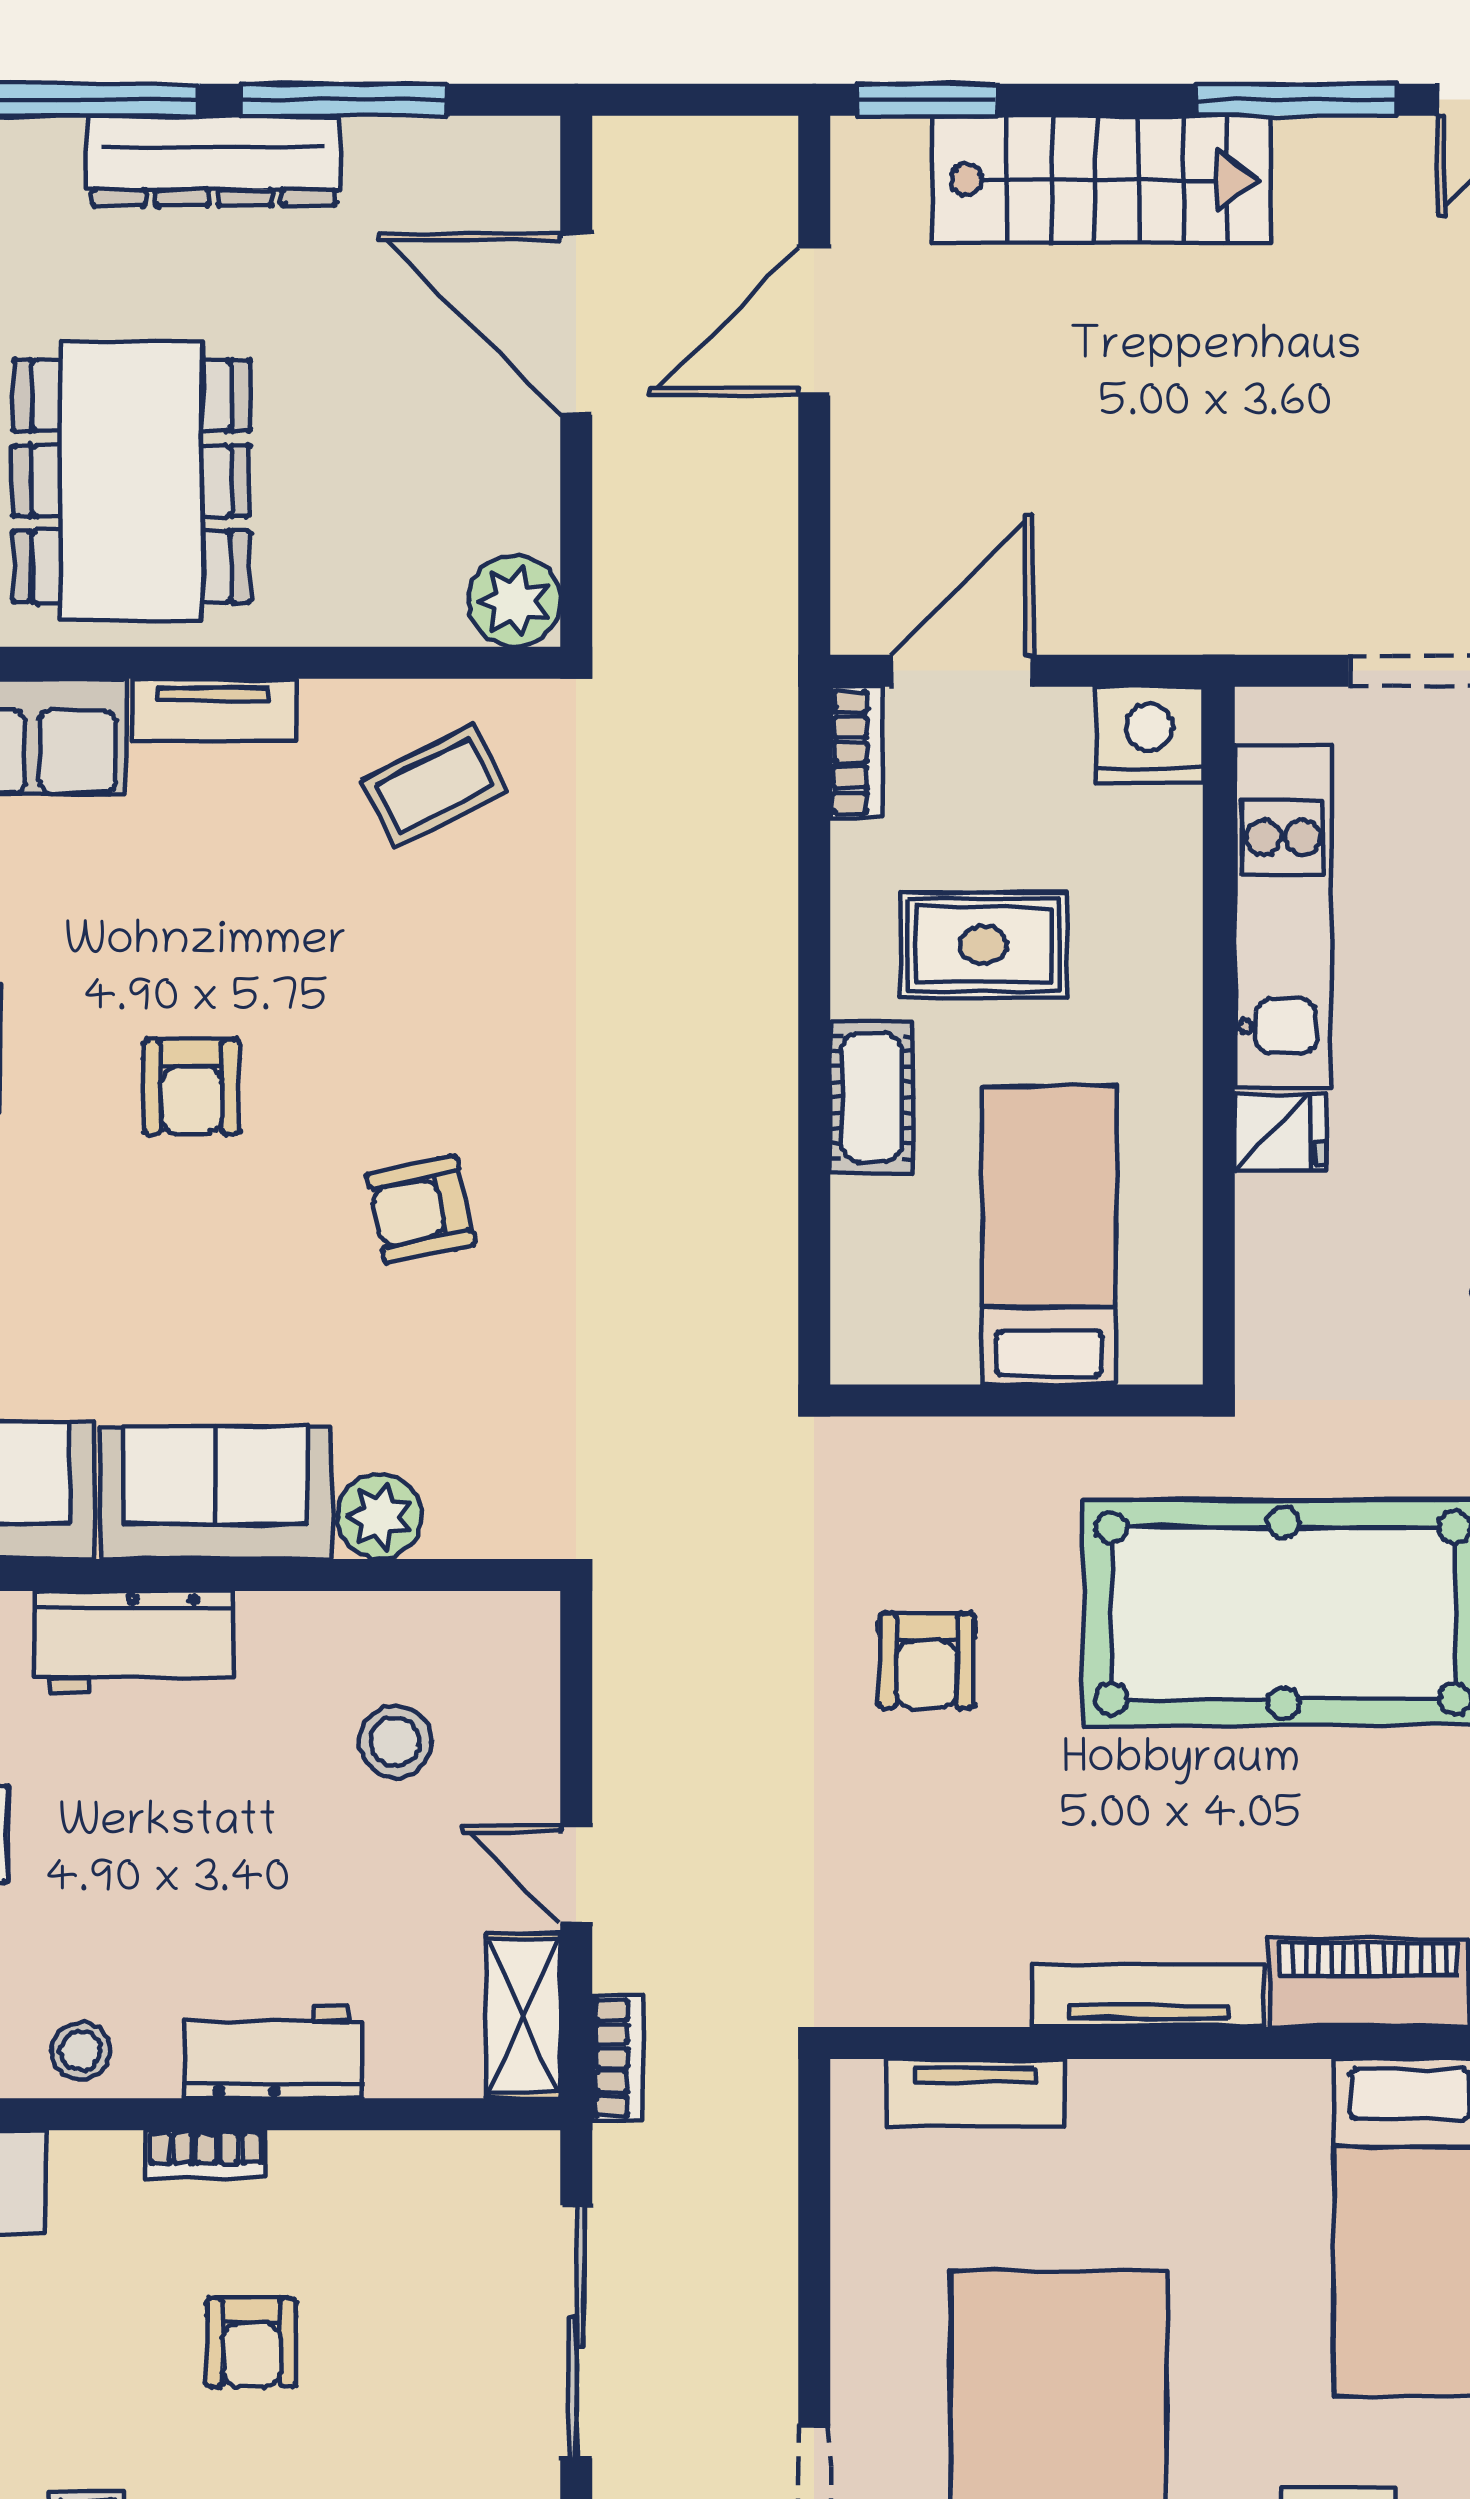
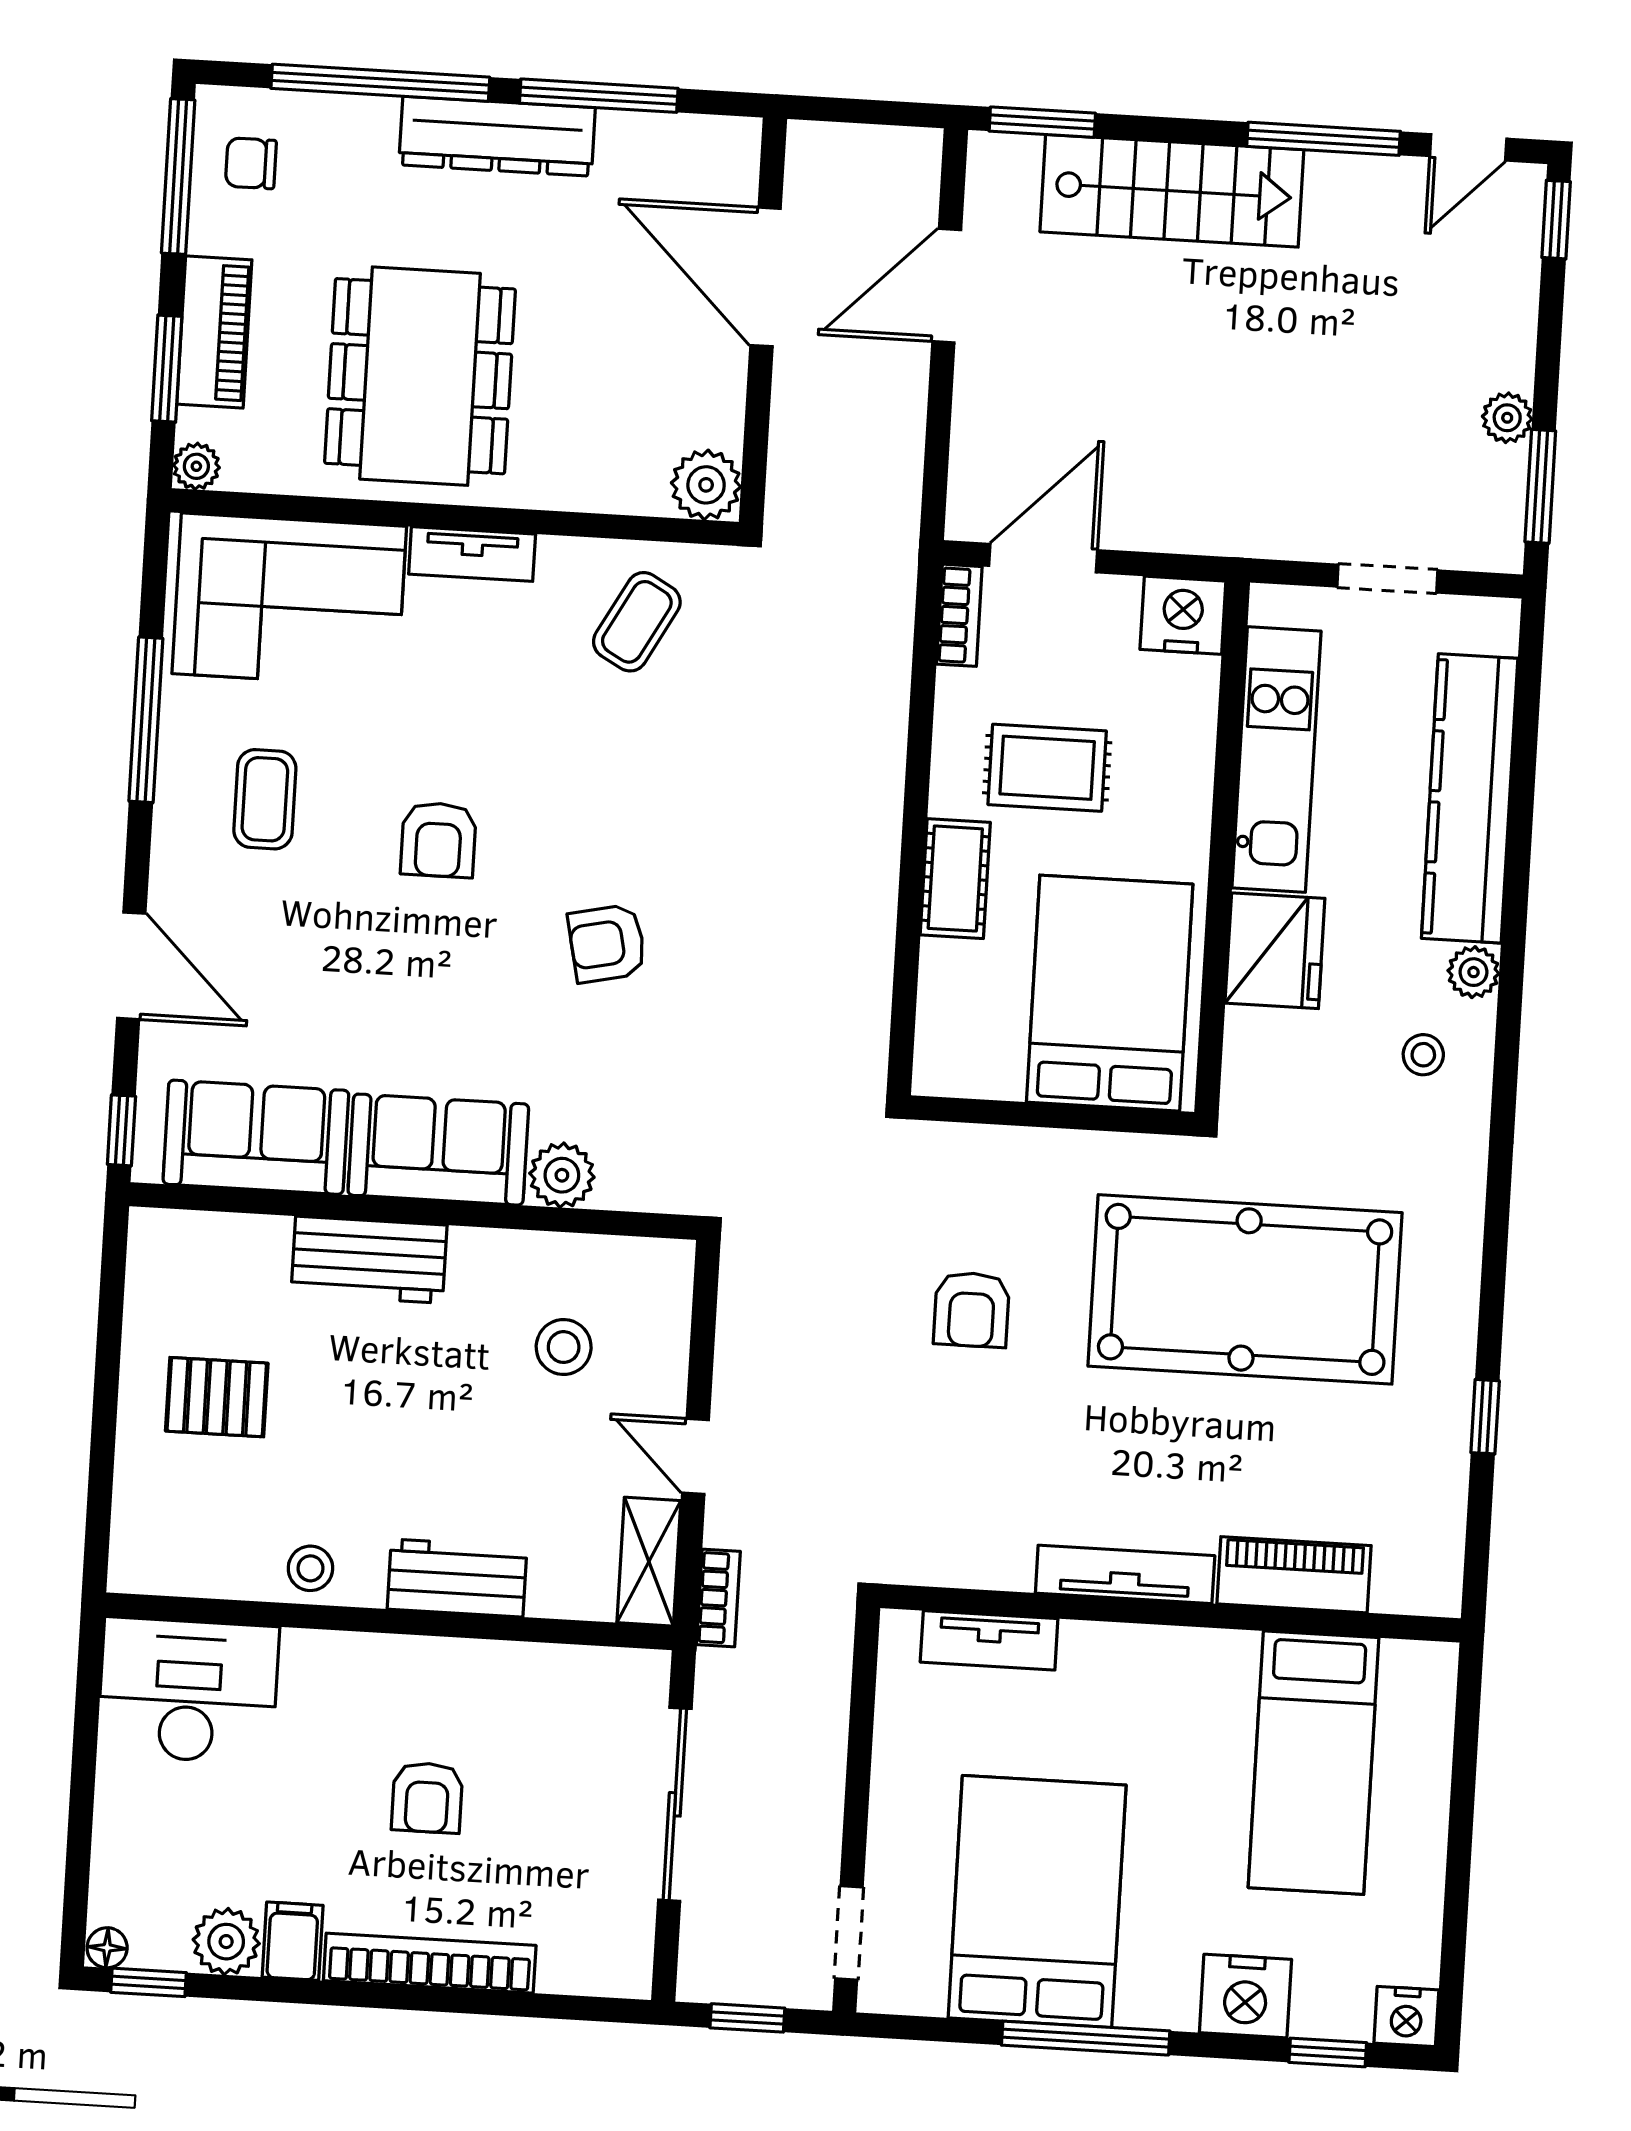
coffee table: (435, 786) -> (637, 622), turned -34
fridge: (1280, 1133) -> (1275, 951), width x1.88, depth x1.34
bed: (1049, 1235) -> (1110, 993), width x1.50
bookcase: (206, 2154) -> (401, 1652), removed

